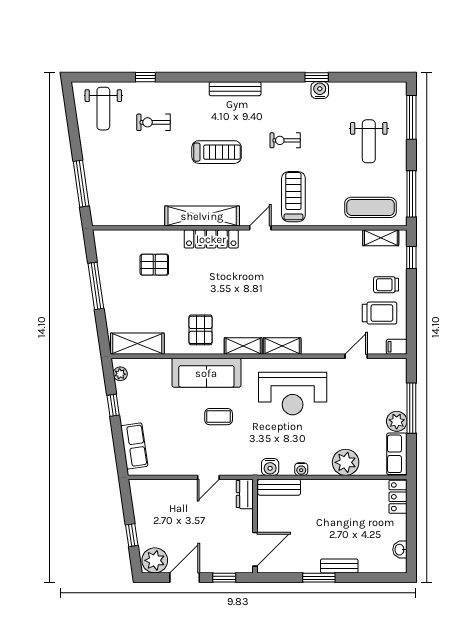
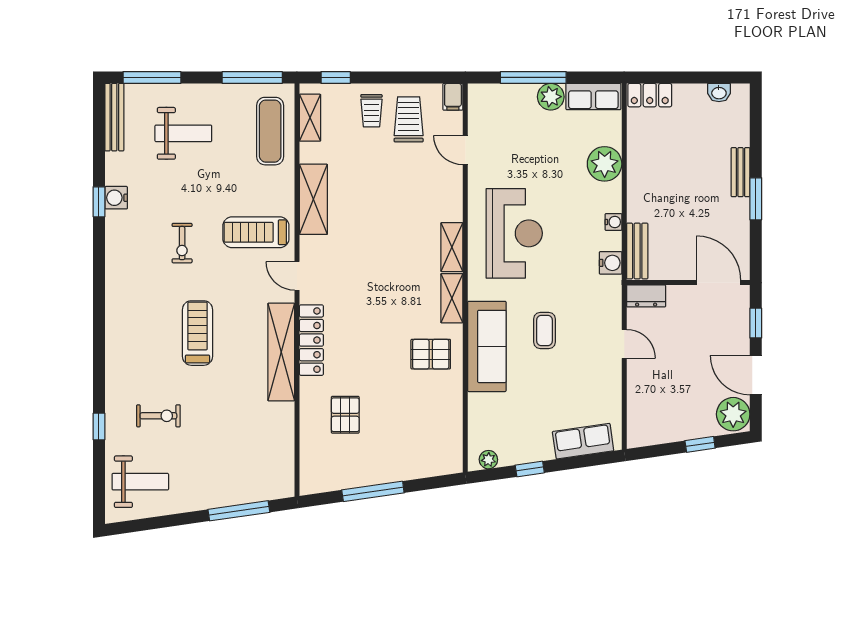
bench: (235, 89) -> (114, 117), moved
exercise bike: (154, 122) -> (158, 416), turned -90
shelving: (137, 344) -> (313, 199), moved

